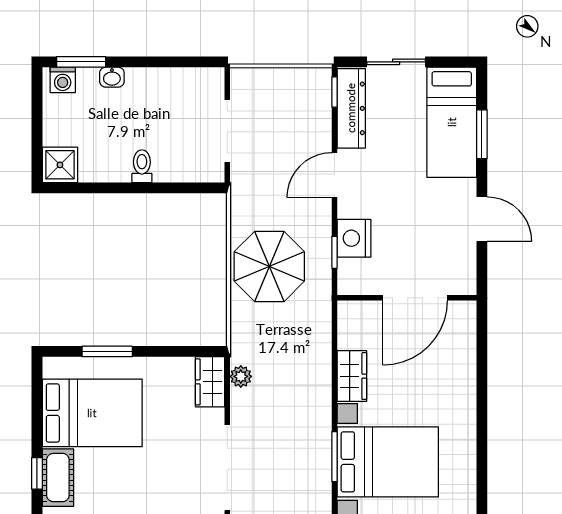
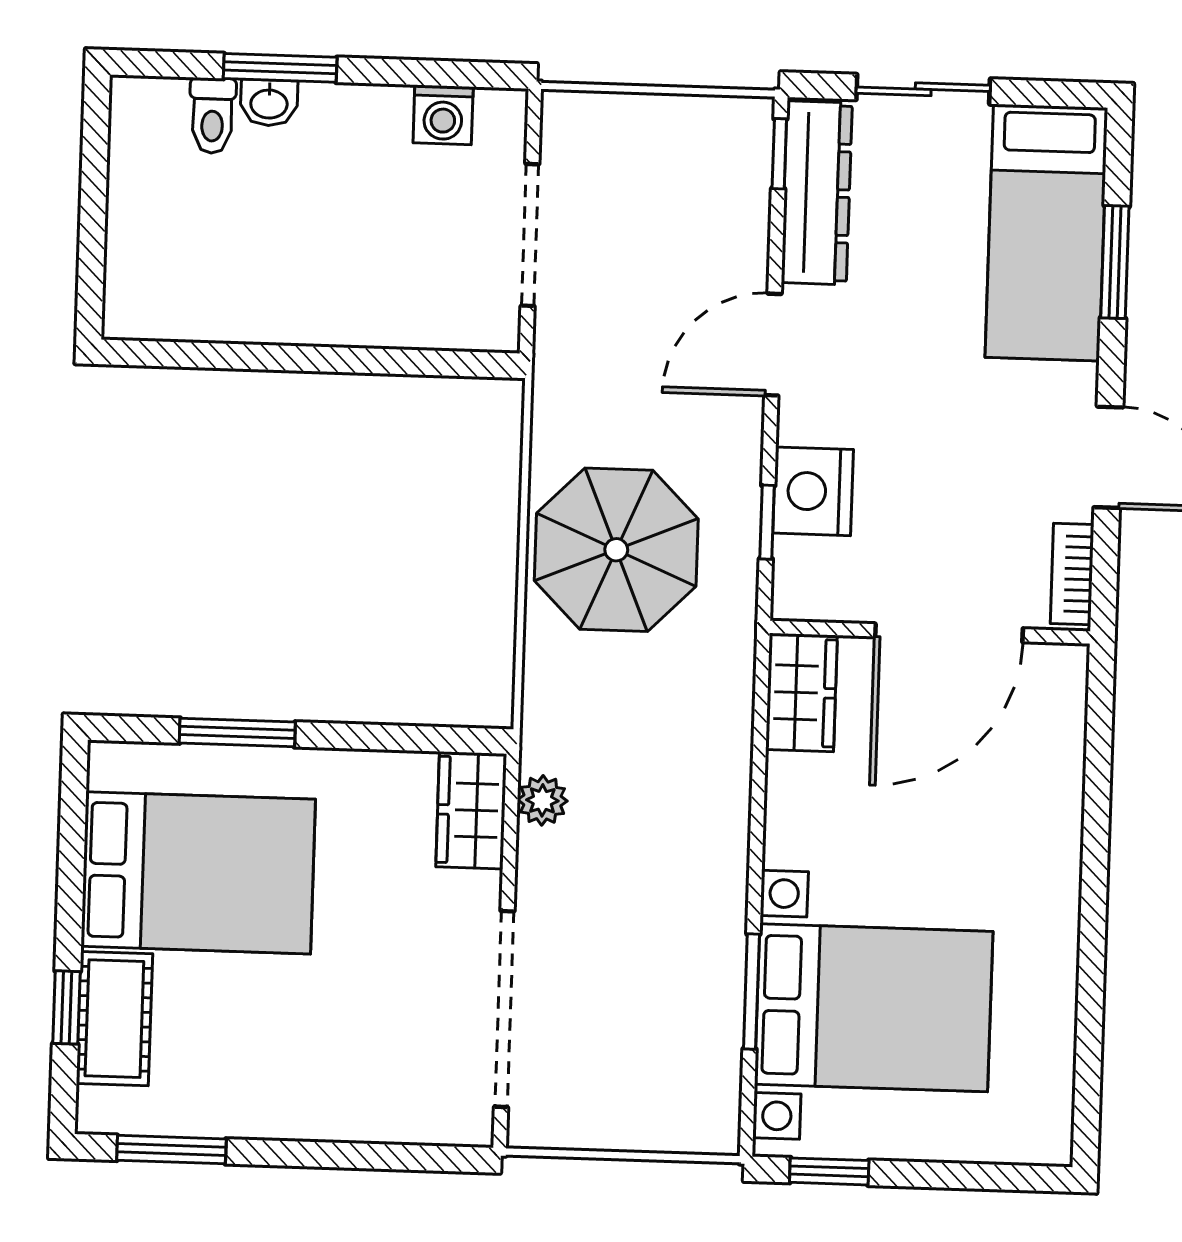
window: (81, 62) -> (280, 68), moved
washing machine: (63, 80) -> (443, 115), moved
shower: (60, 165) -> (143, 300), removed
toilet: (142, 166) -> (212, 116), moved, turned 180
bookcase: (468, 270) -> (1072, 574), added
wardrobe: (352, 376) -> (801, 692), moved

